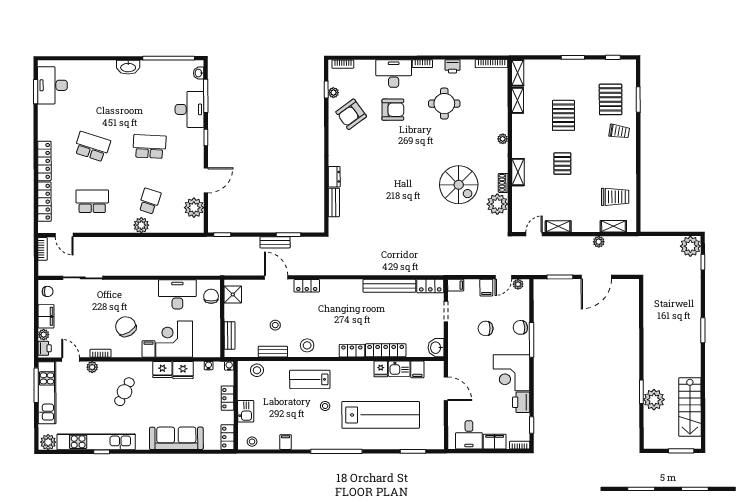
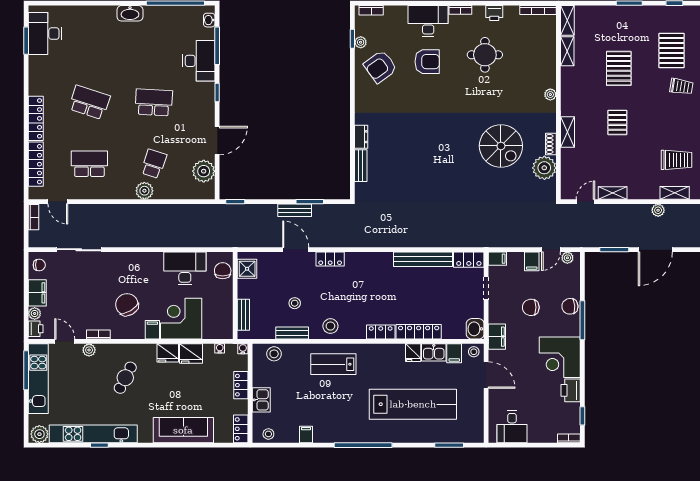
stool: (325, 406) -> (474, 352), moved
filing cabinet: (495, 442) -> (497, 337), moved, turned 90

